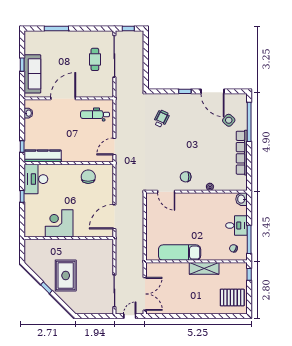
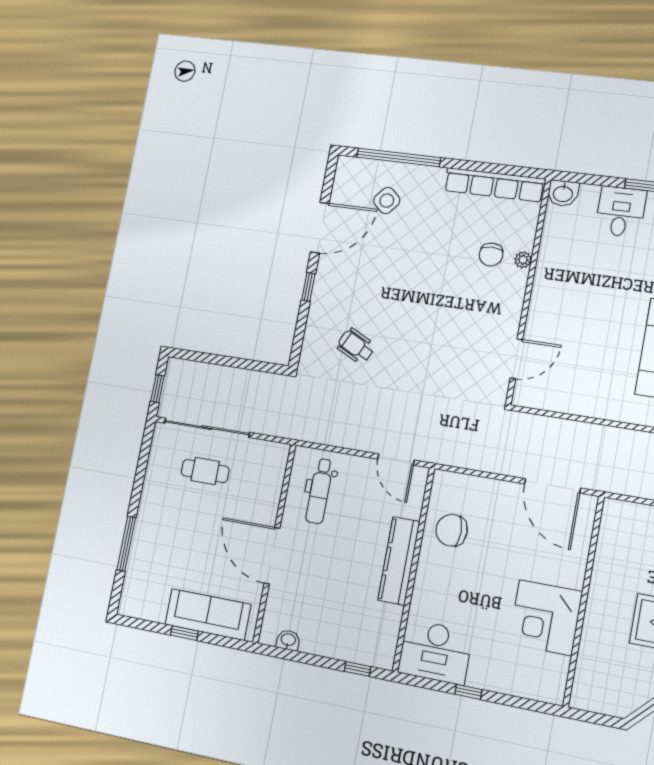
row of seats: (242, 153) -> (494, 185), moved
kitchen counter: (43, 156) -> (399, 561), moved
chair: (186, 177) -> (491, 255), moved

